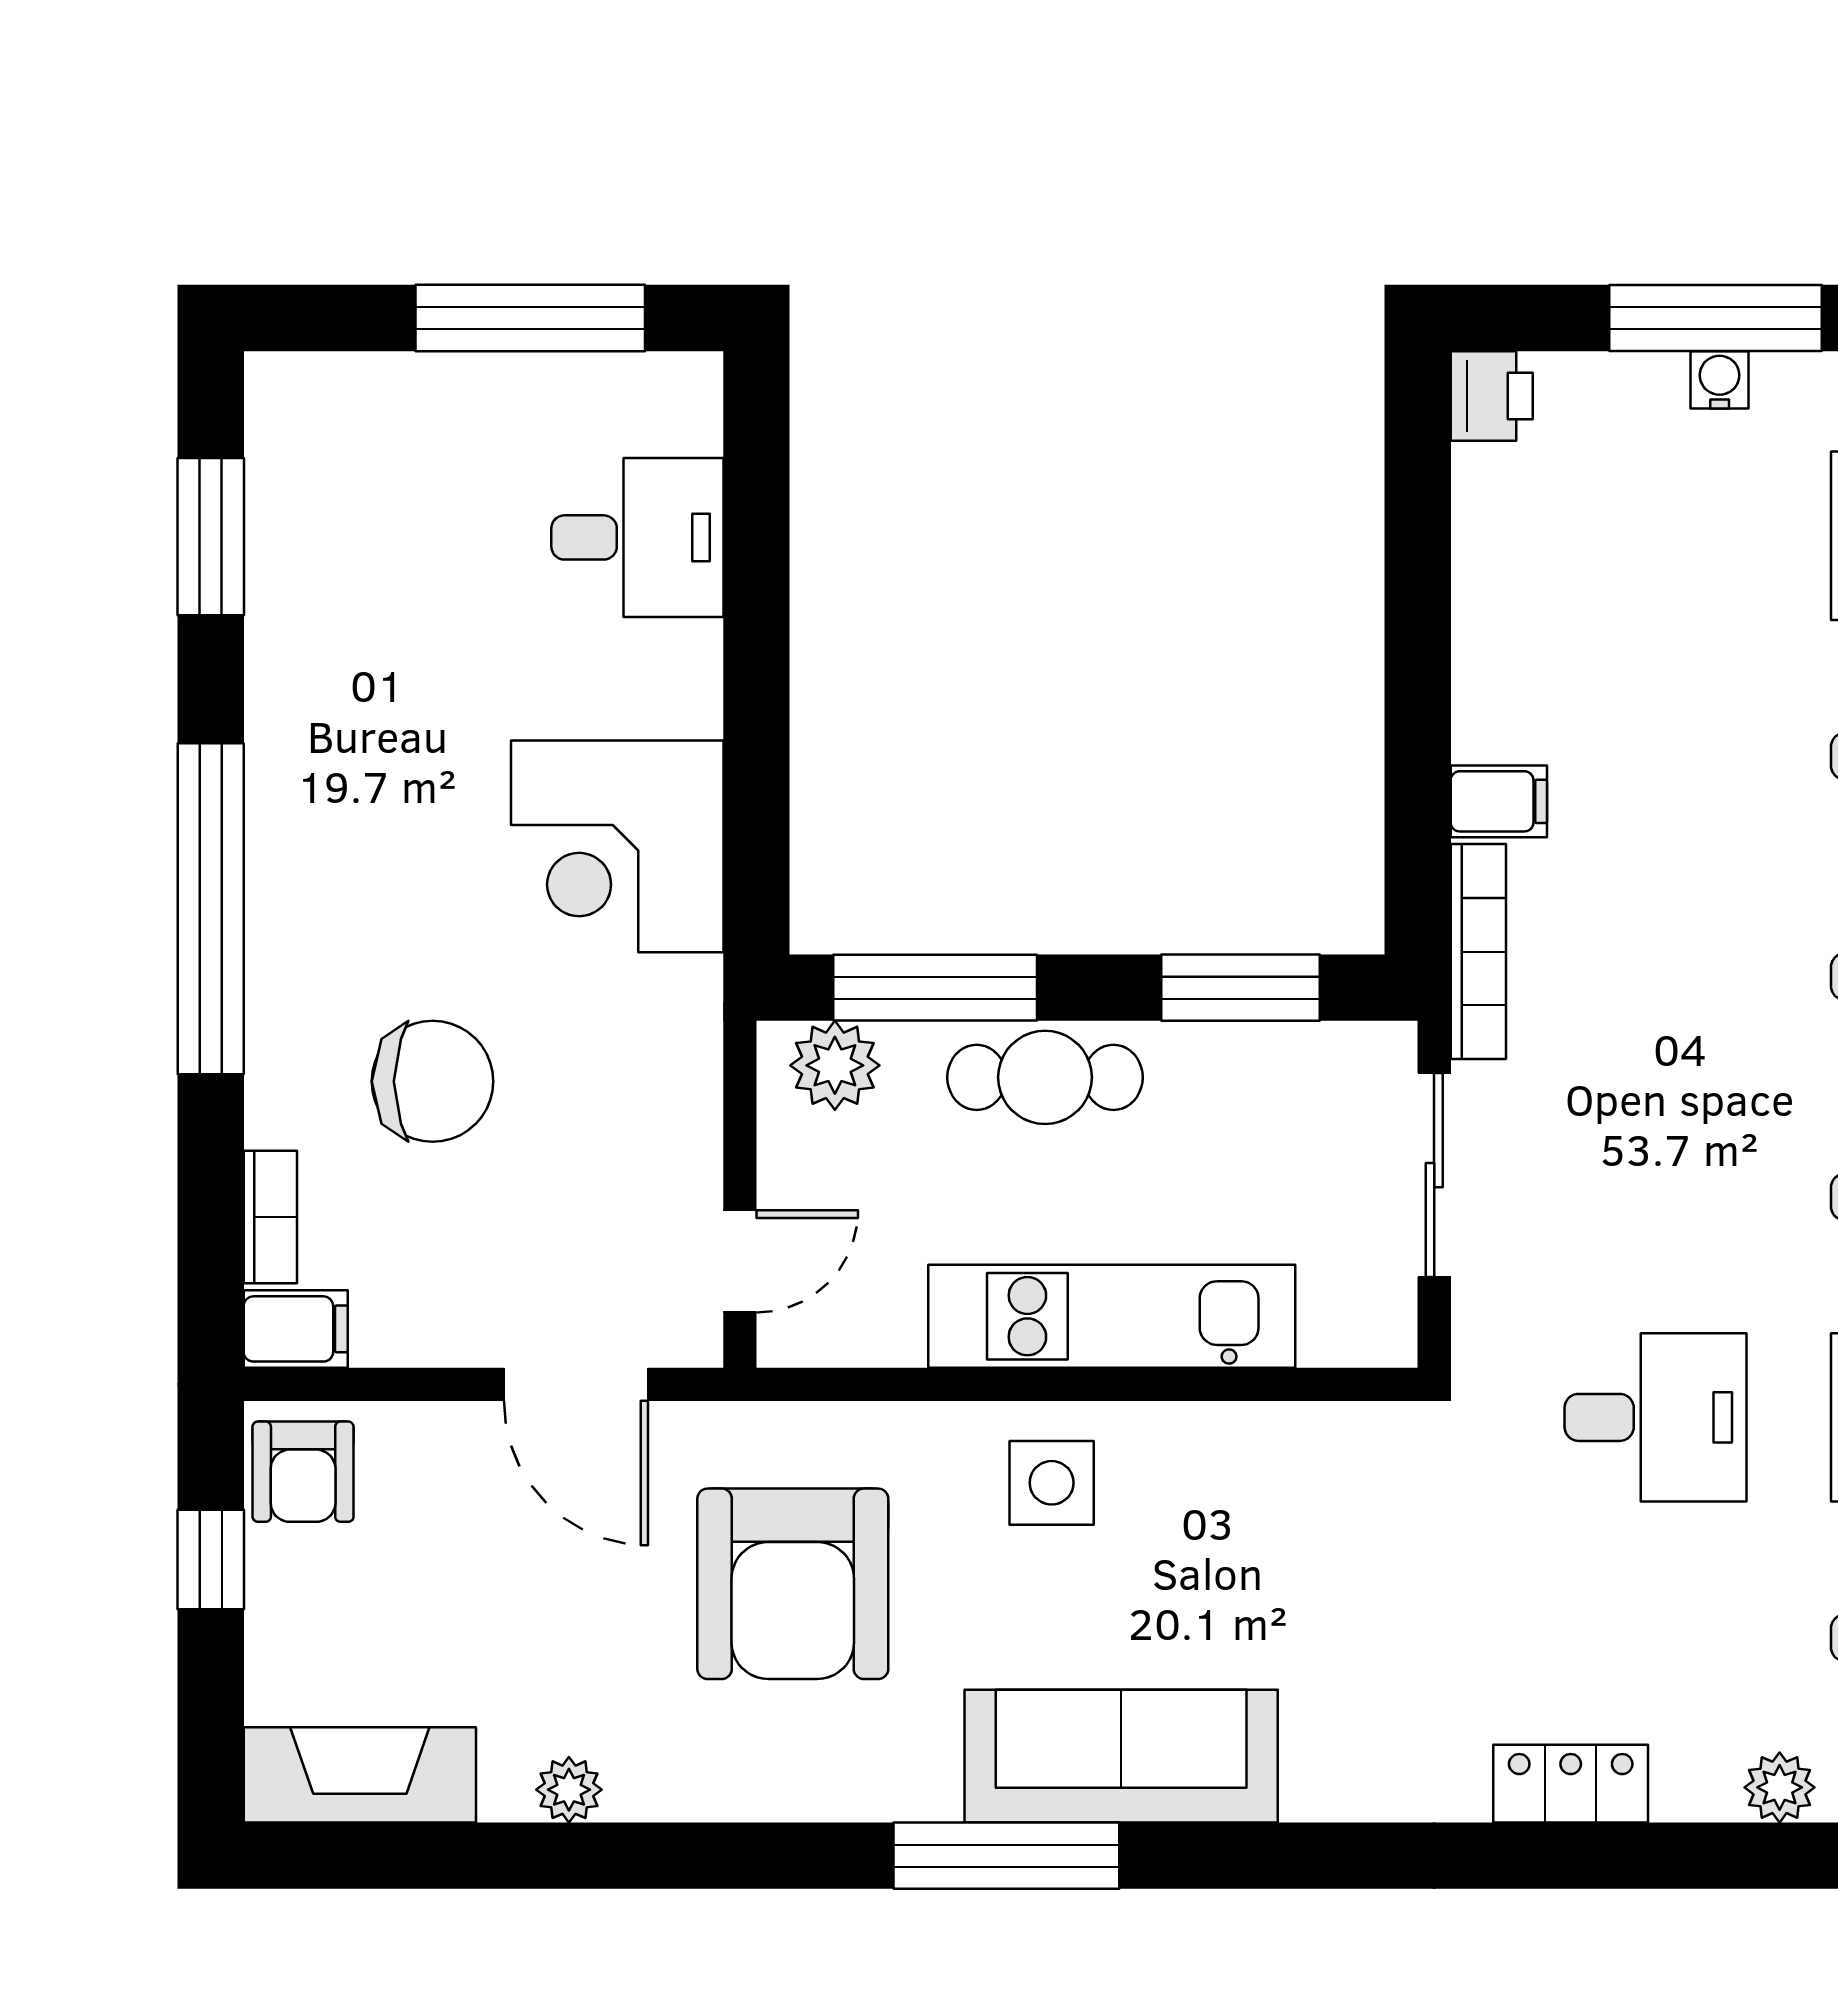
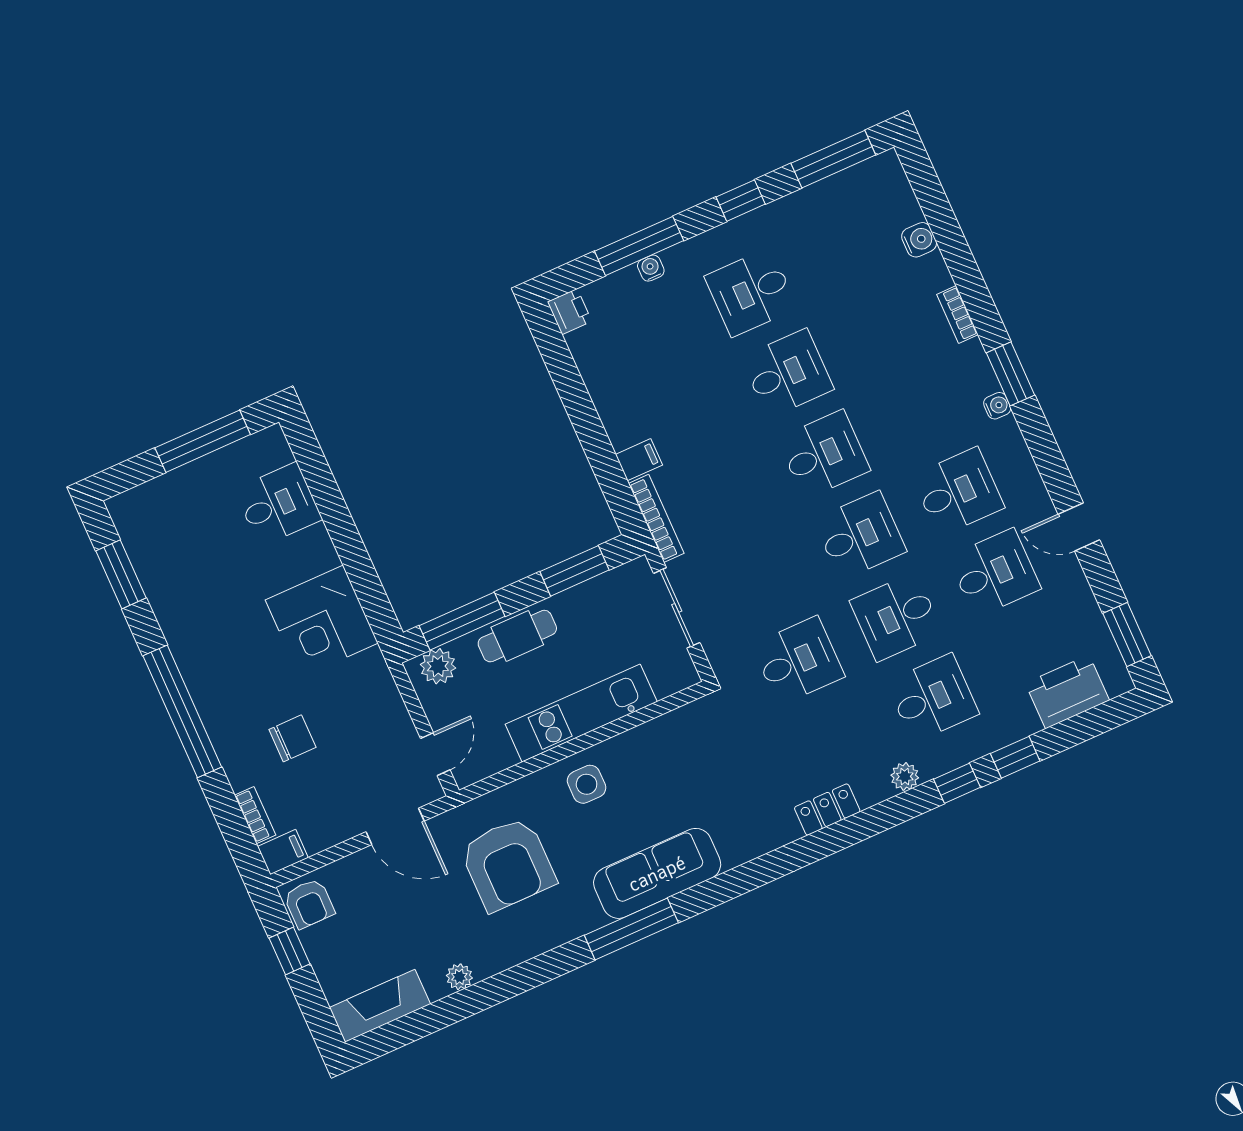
chair: (433, 1081) -> (292, 738), width x0.73, depth x0.73

